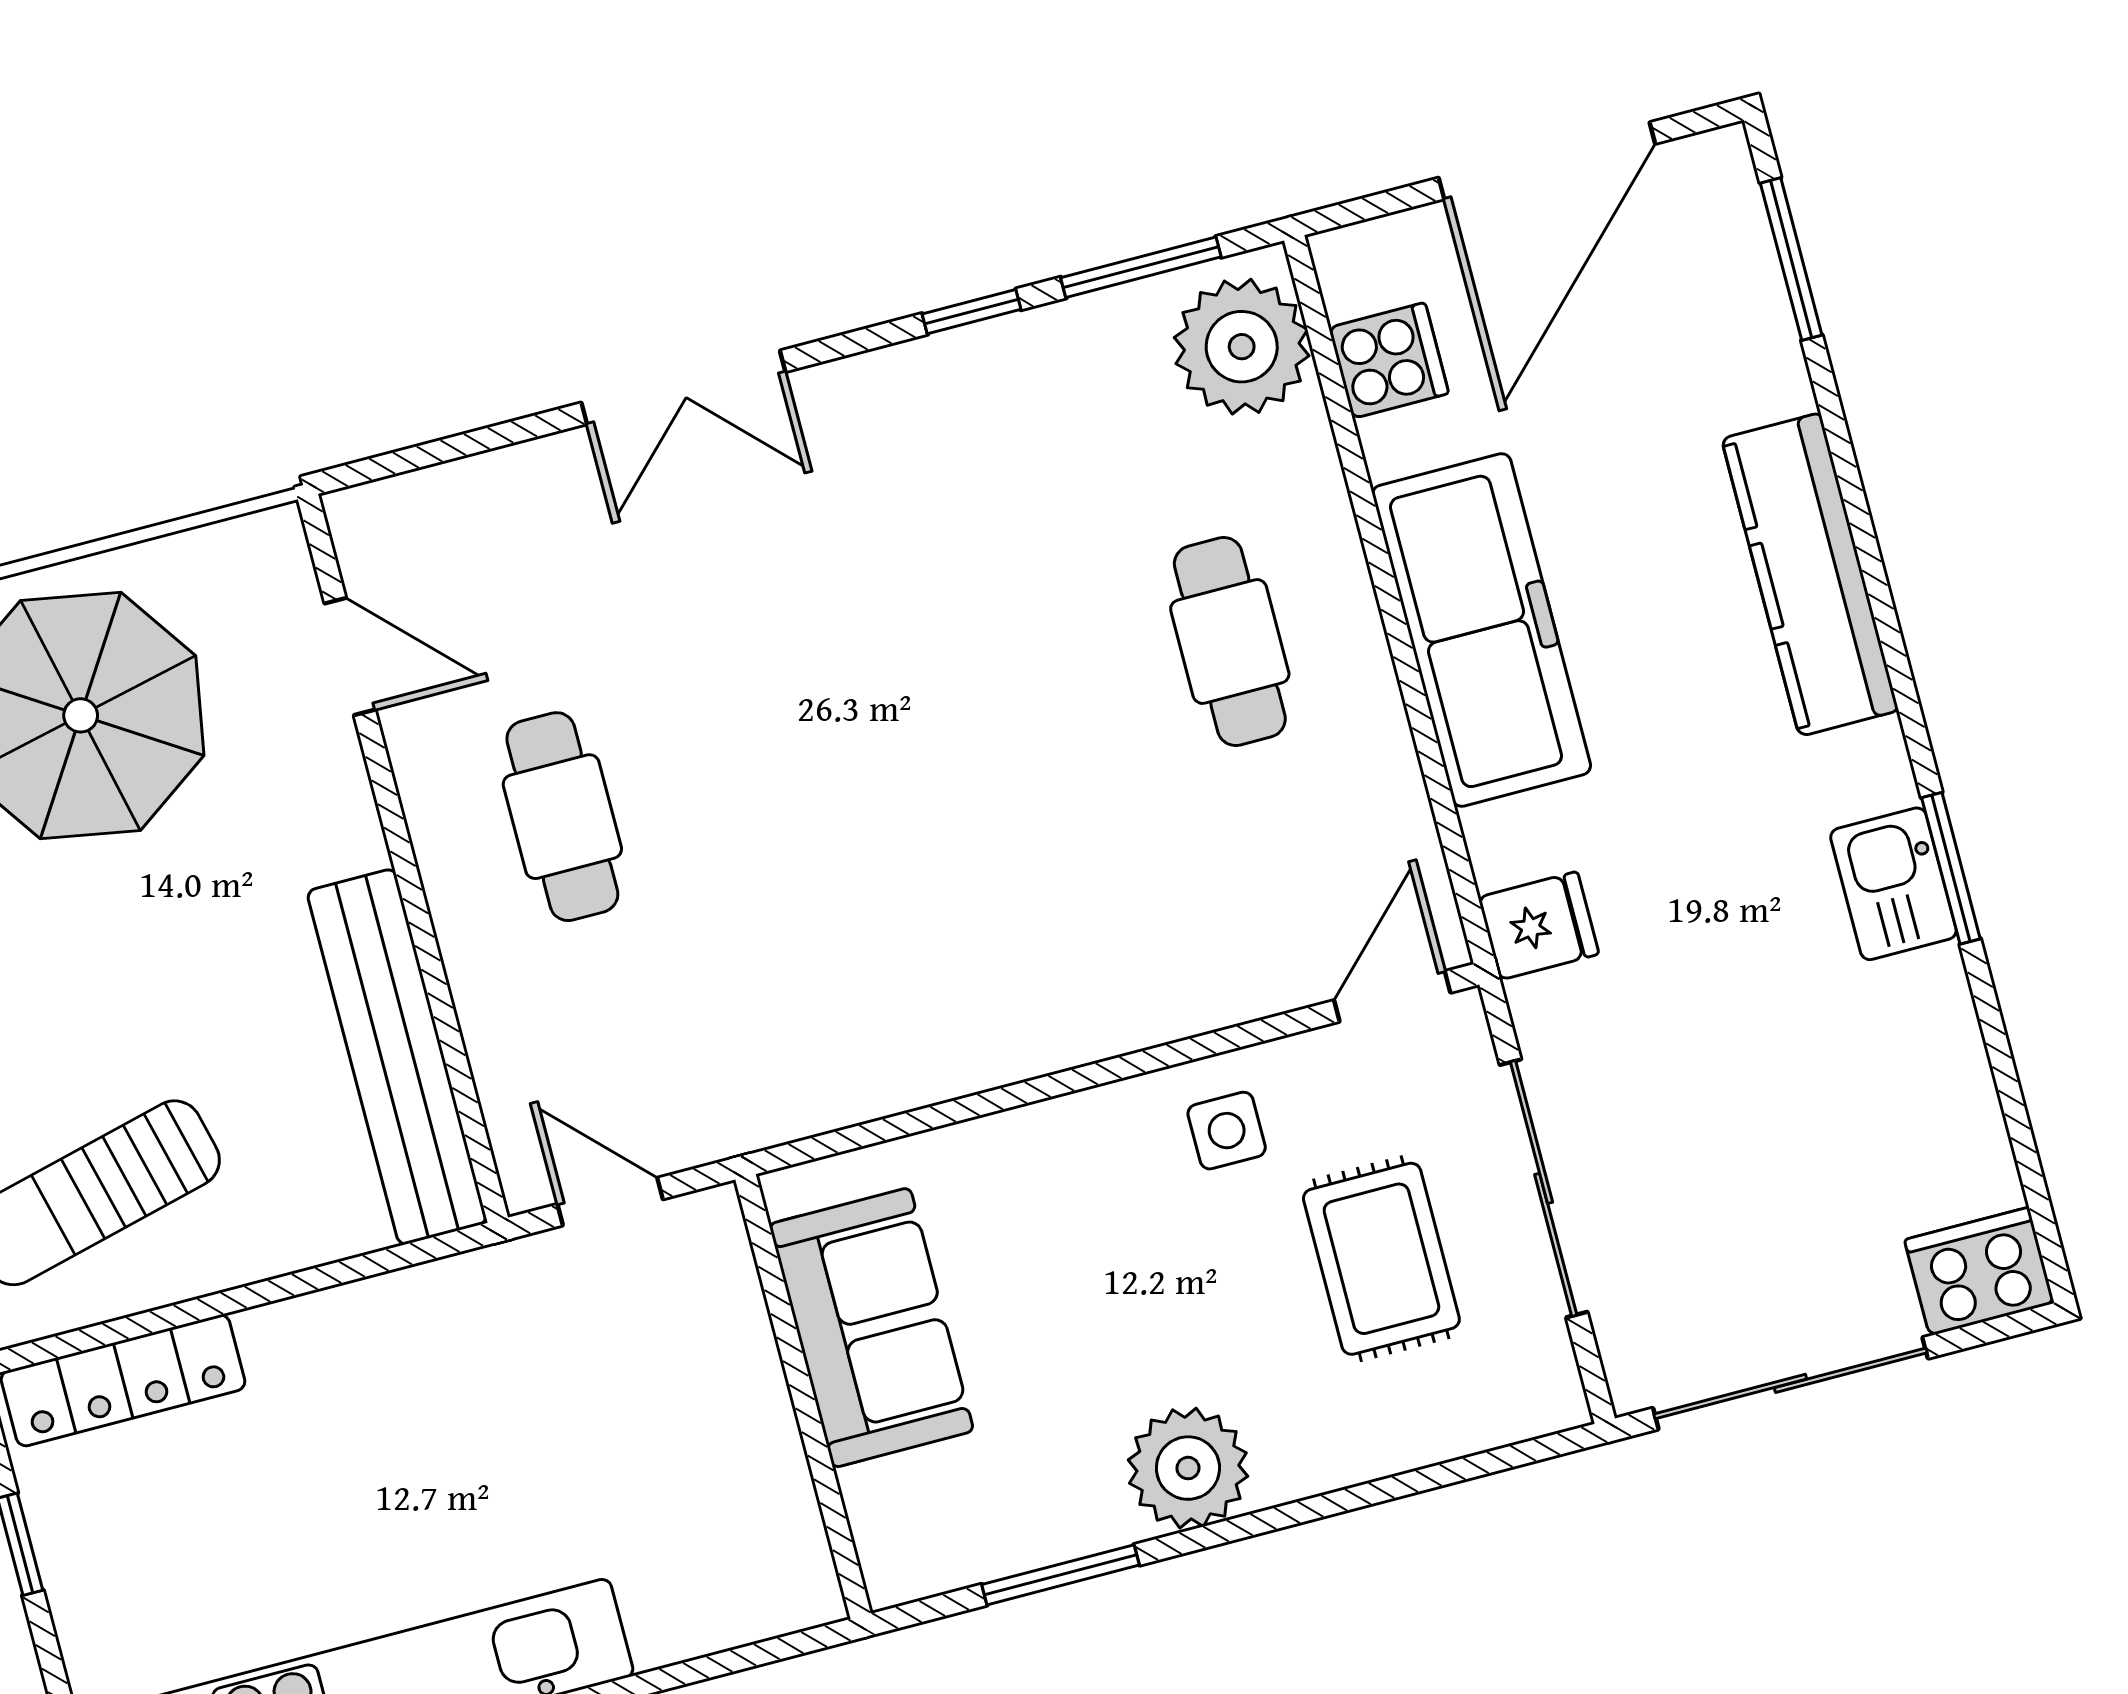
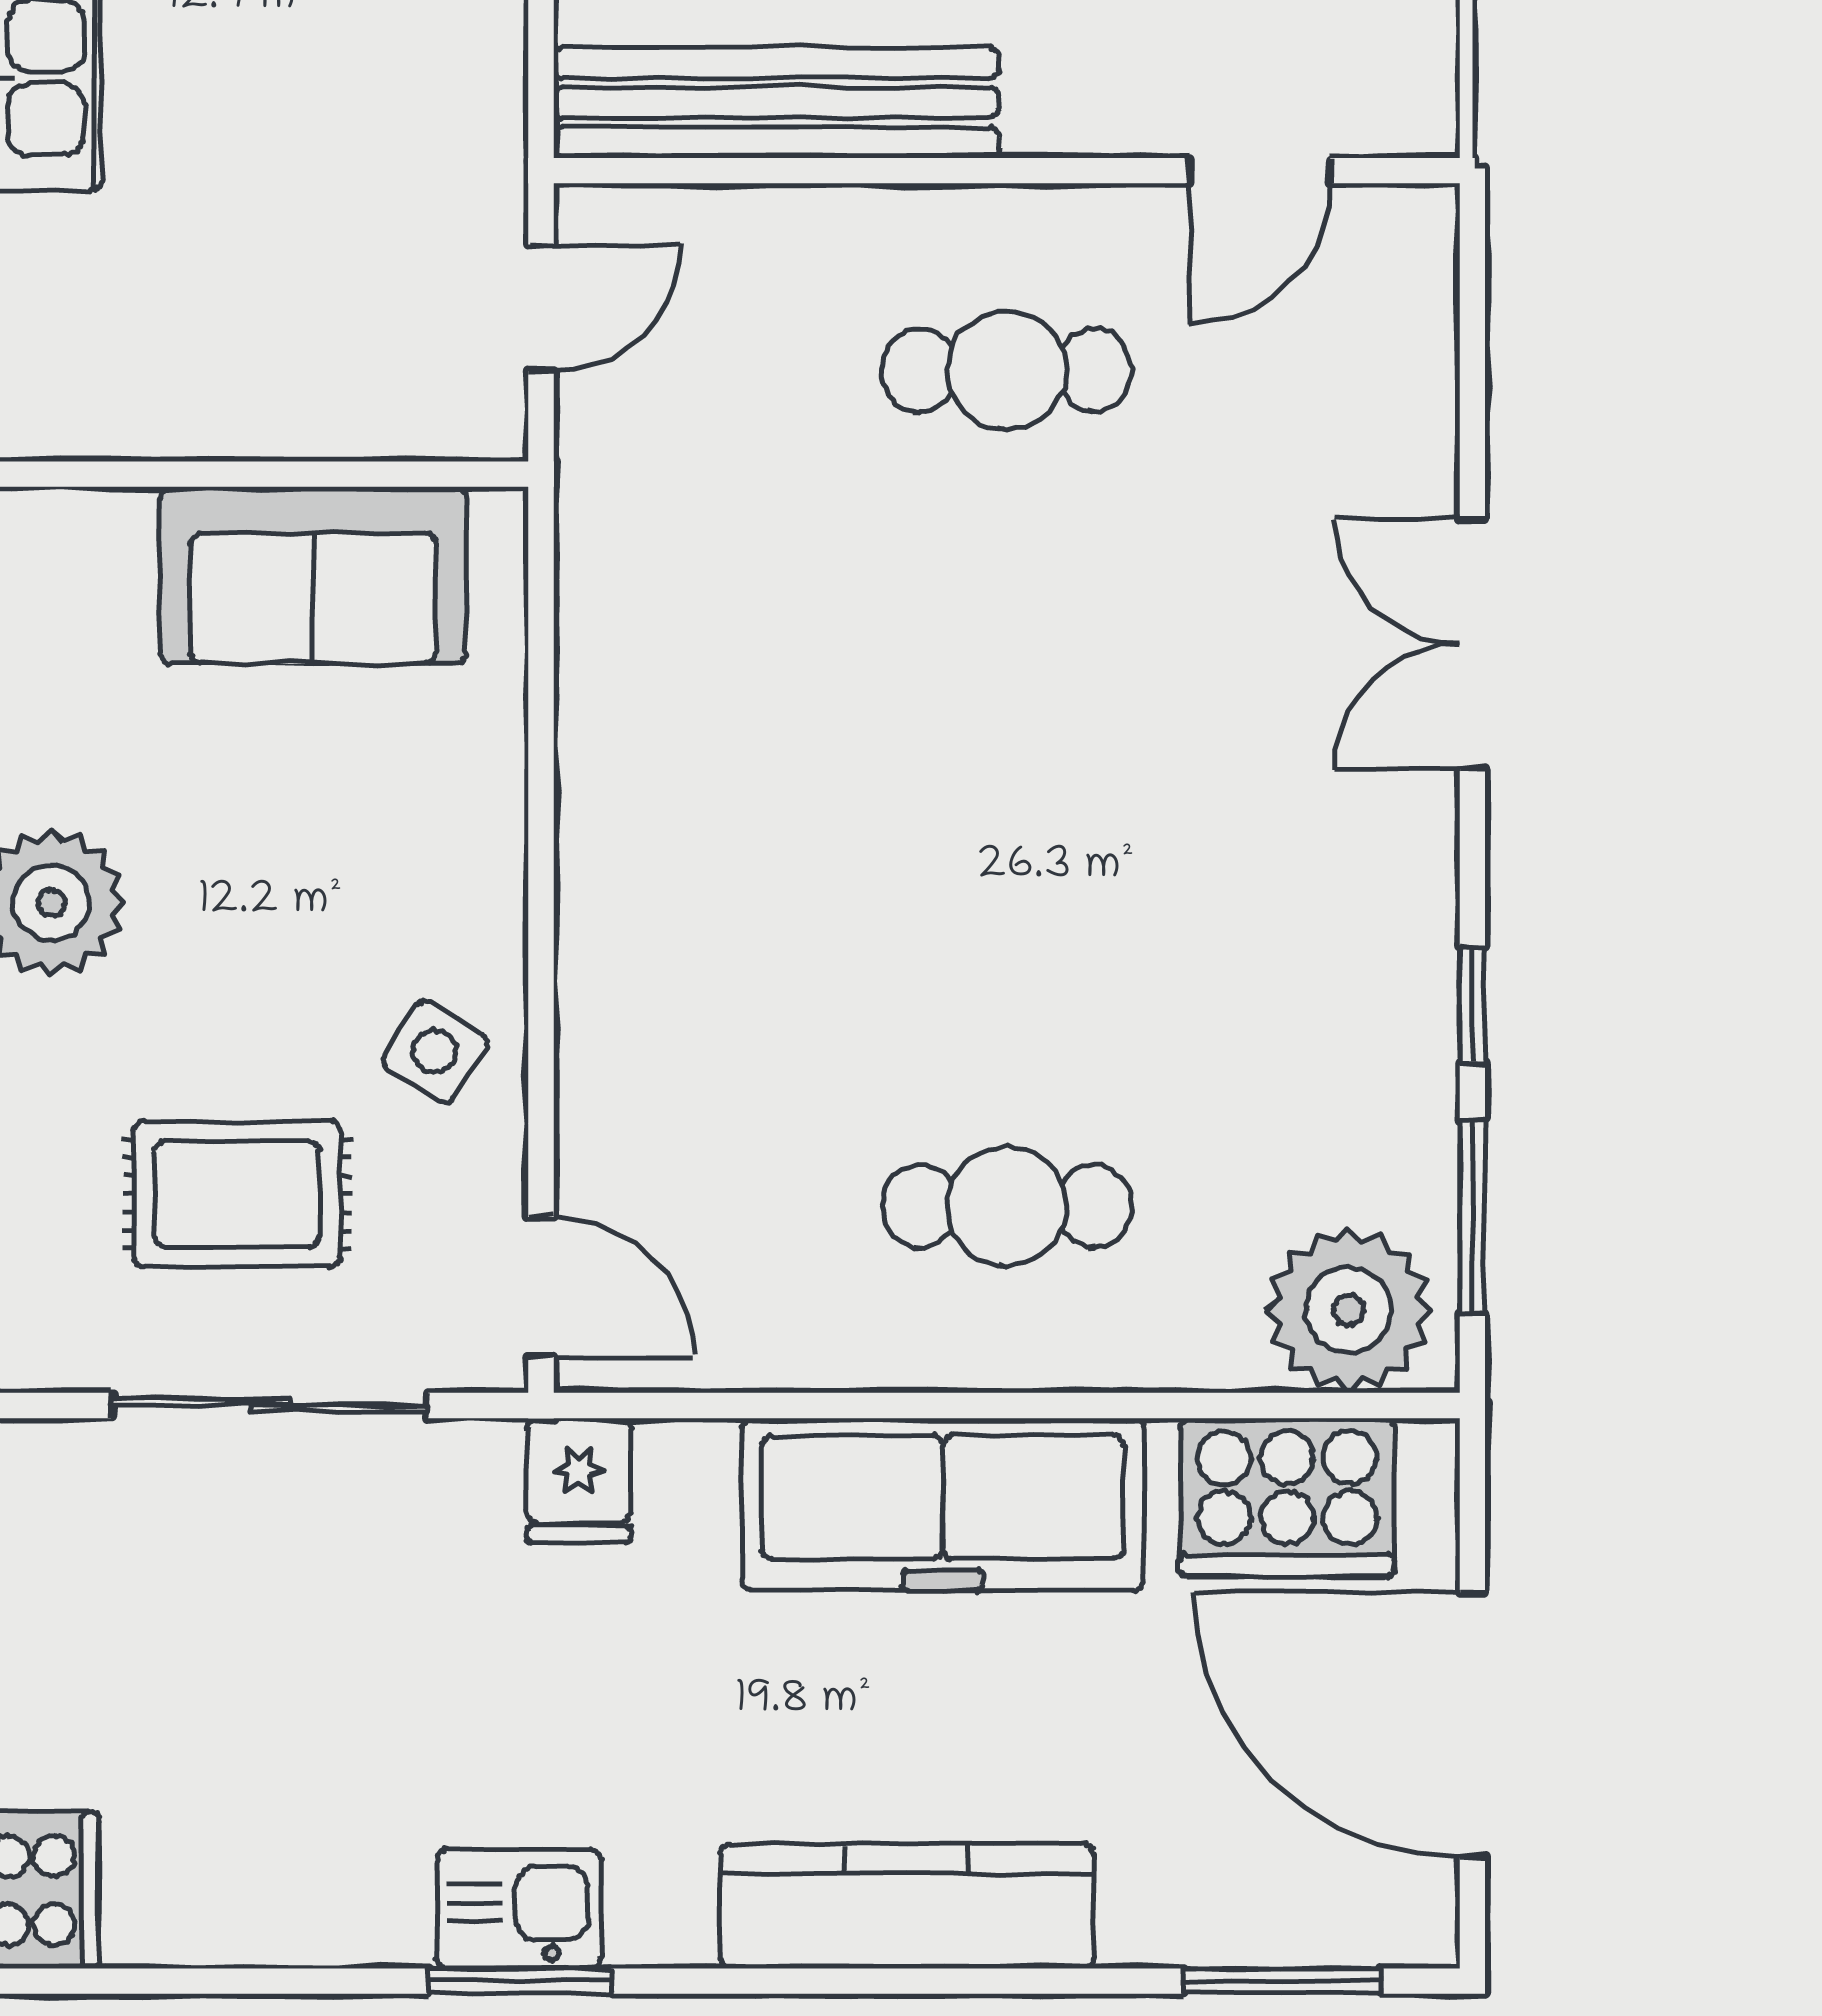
cooker: (1389, 361) -> (1287, 1497), width x1.87, depth x1.31
side table: (1227, 1131) -> (435, 1052), turned 32

